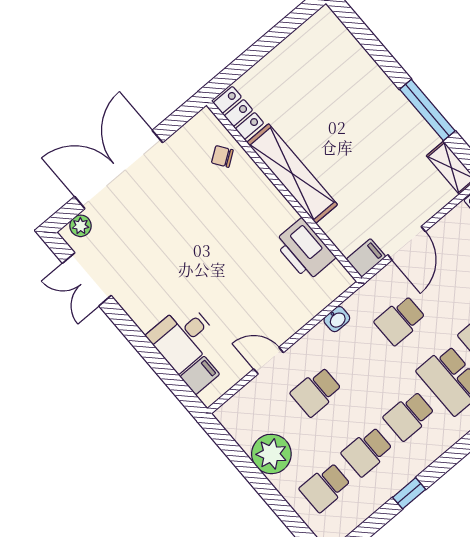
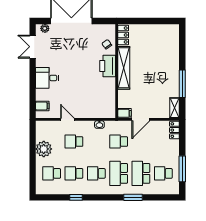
printer: (305, 250) -> (108, 66), moved
desk: (183, 337) -> (47, 78), moved

